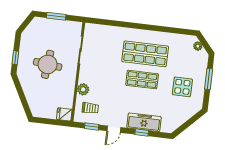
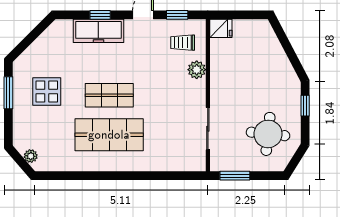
window: (56, 16) -> (235, 176), moved
round table: (48, 64) -> (268, 134), moved
window: (209, 79) -> (8, 93), moved

